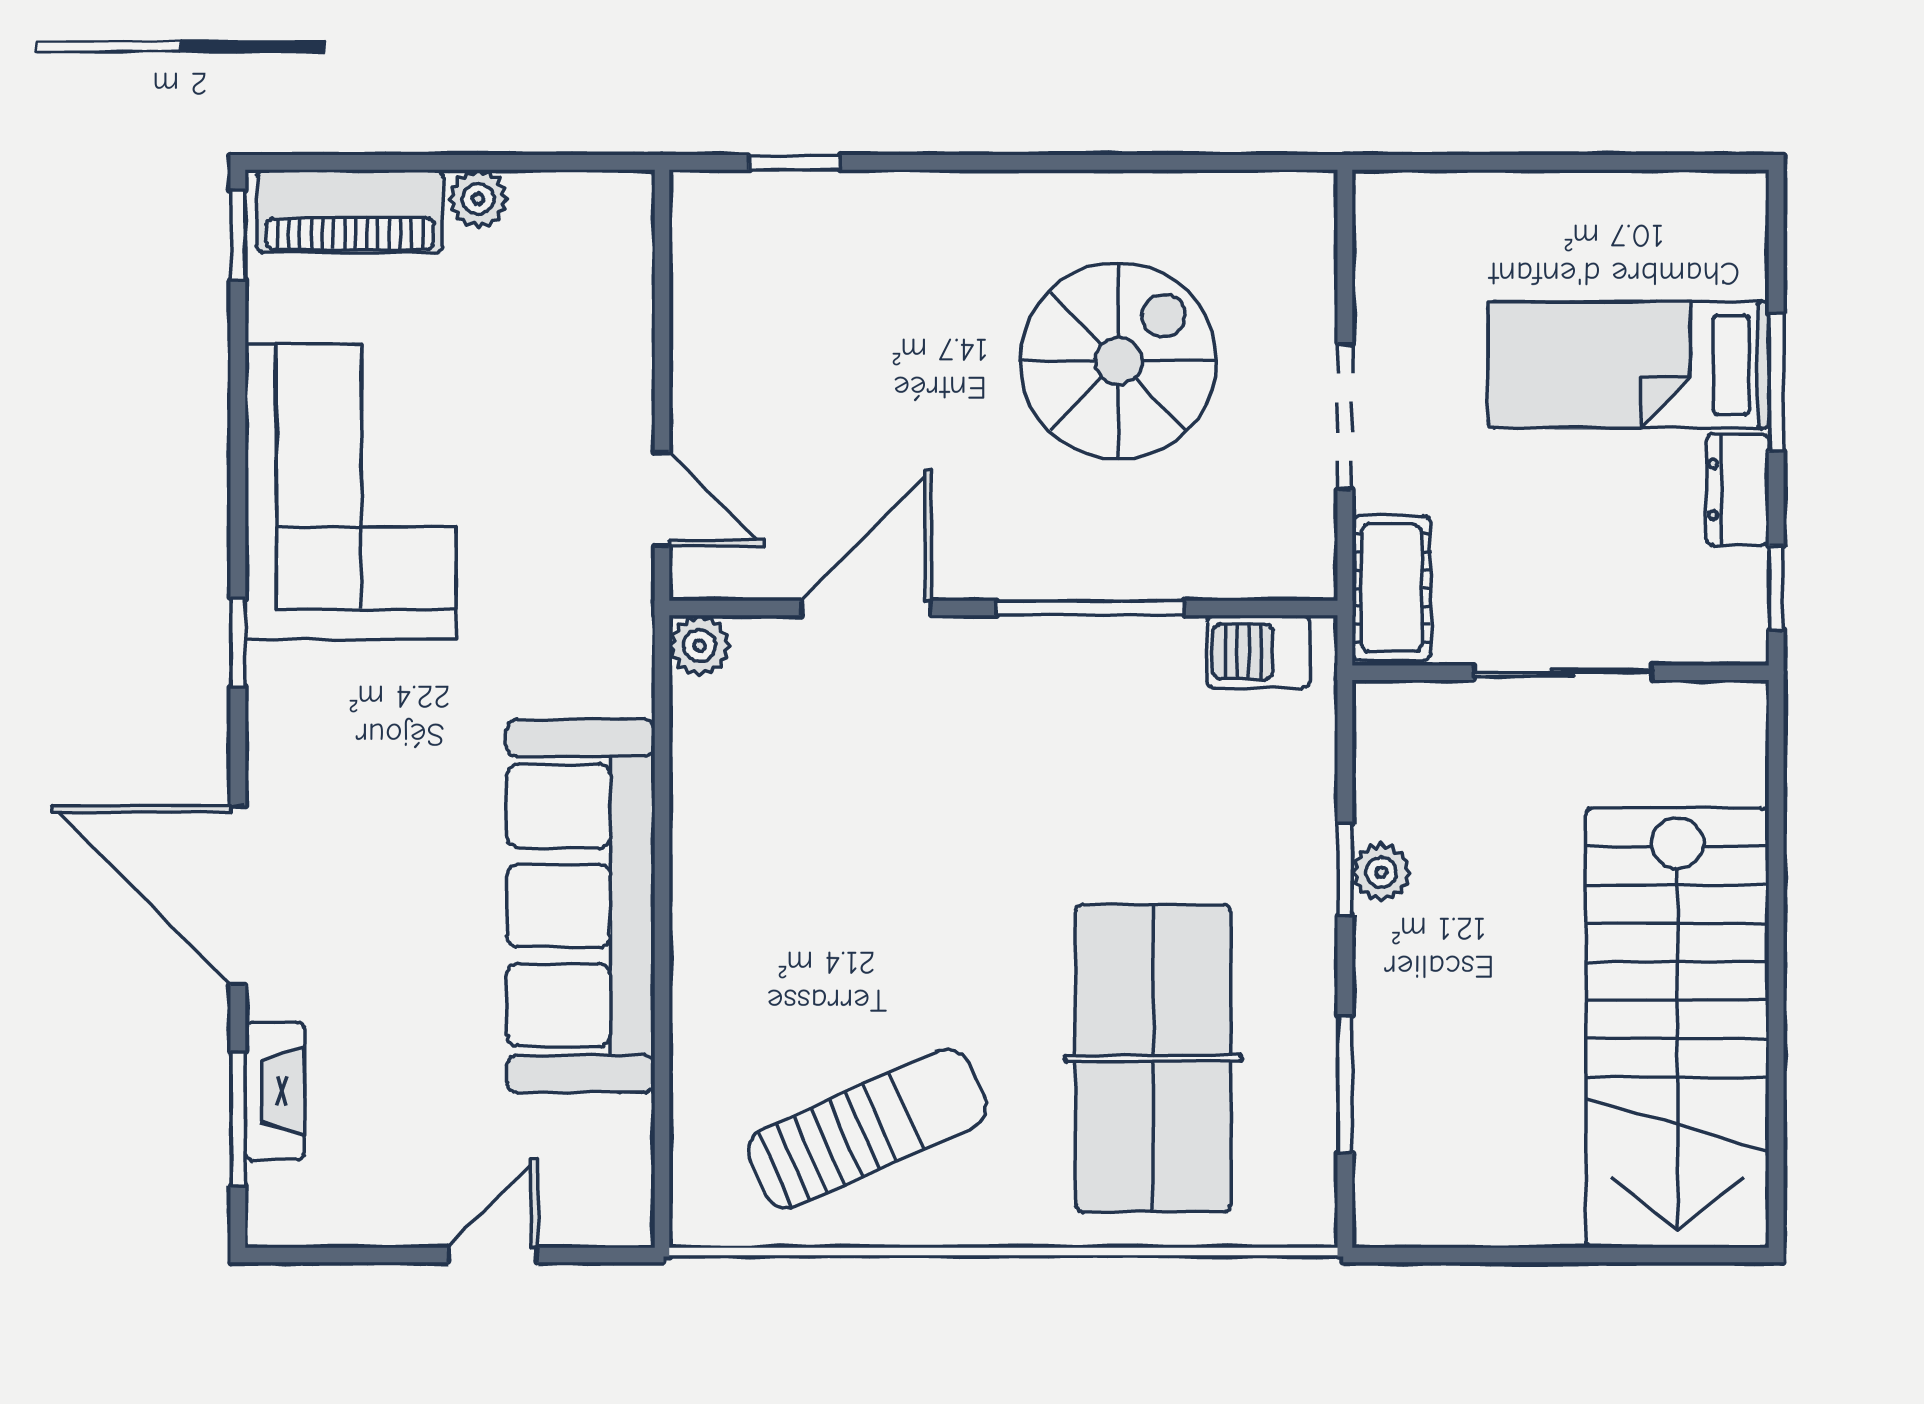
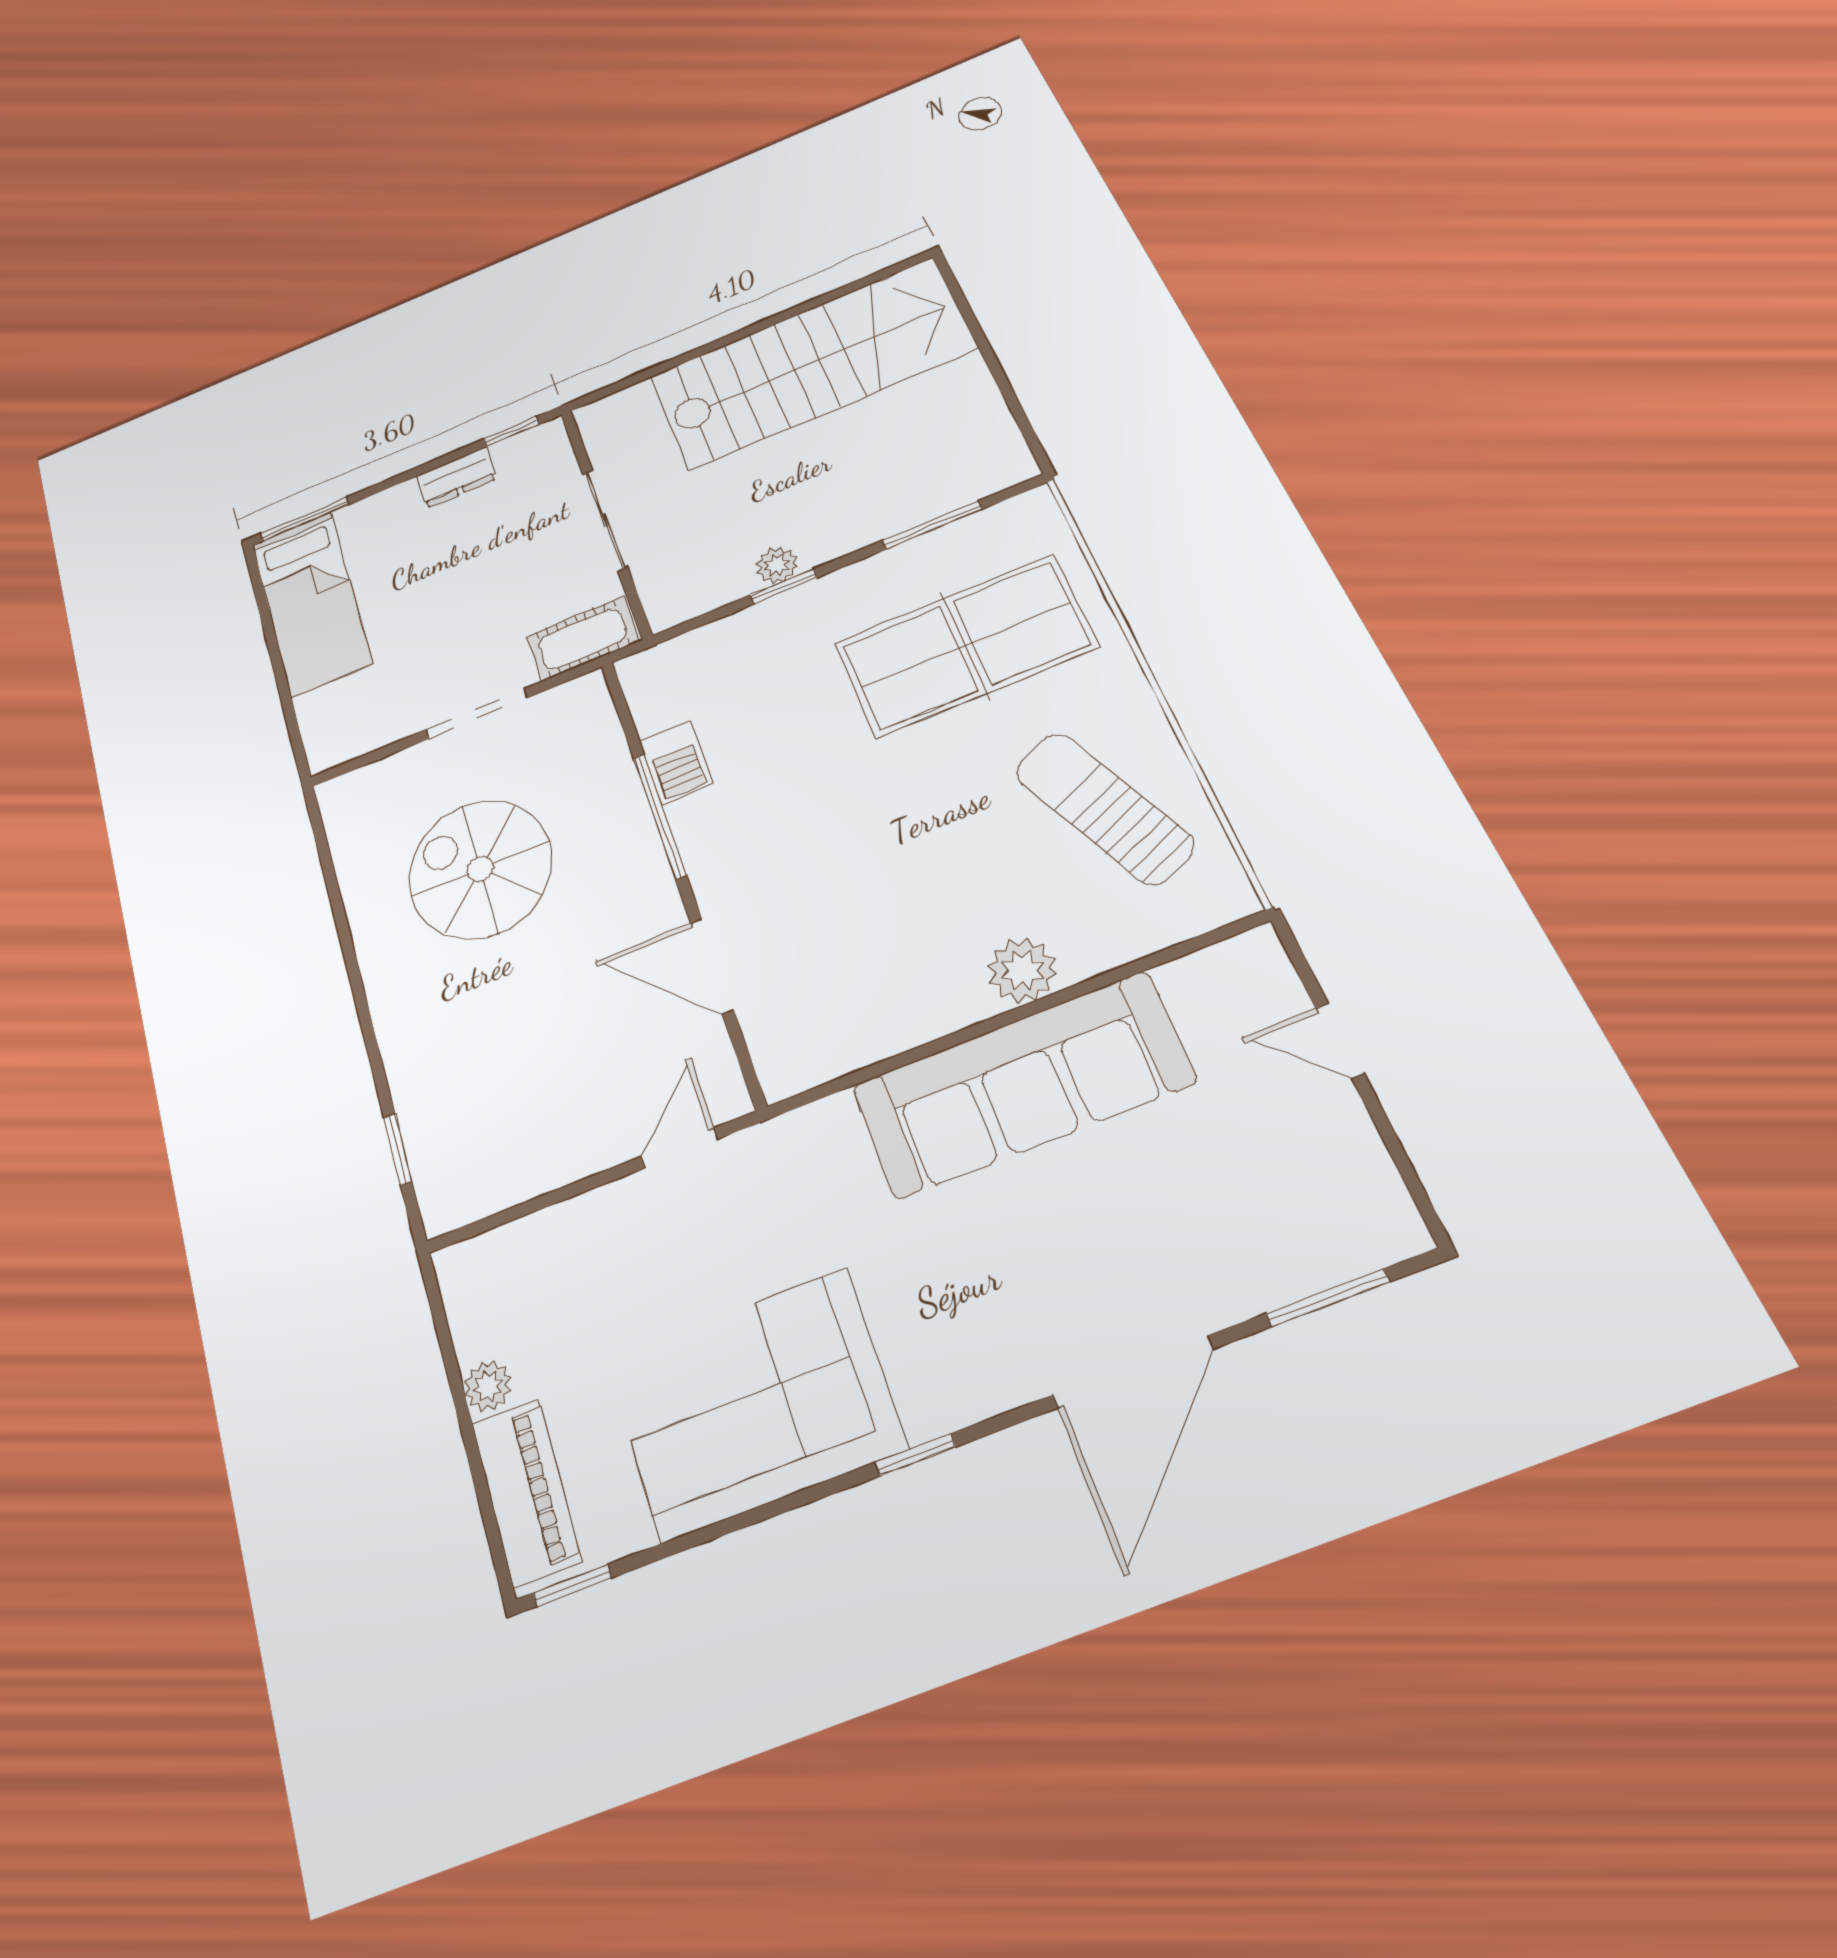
bed: (1629, 365) -> (311, 603), moved
window: (1776, 382) -> (304, 519), moved
plant: (700, 646) -> (1022, 970), moved, width x1.38, depth x1.38
barbecue: (1258, 652) -> (676, 762), moved
fireplace: (275, 1091) -> (1288, 1275), removed

